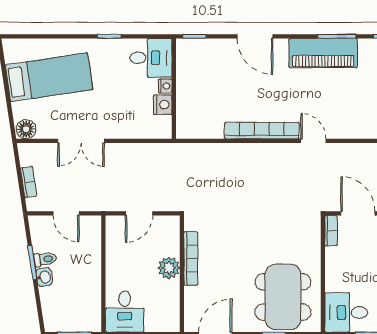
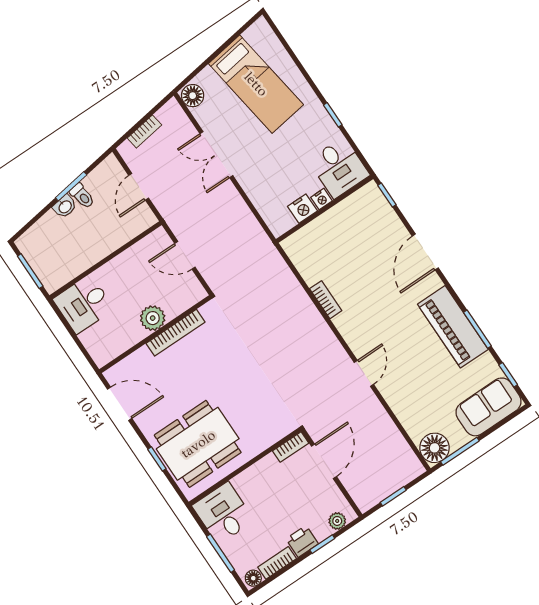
bookcase: (262, 131) -> (326, 300), width x0.43, depth x0.76

